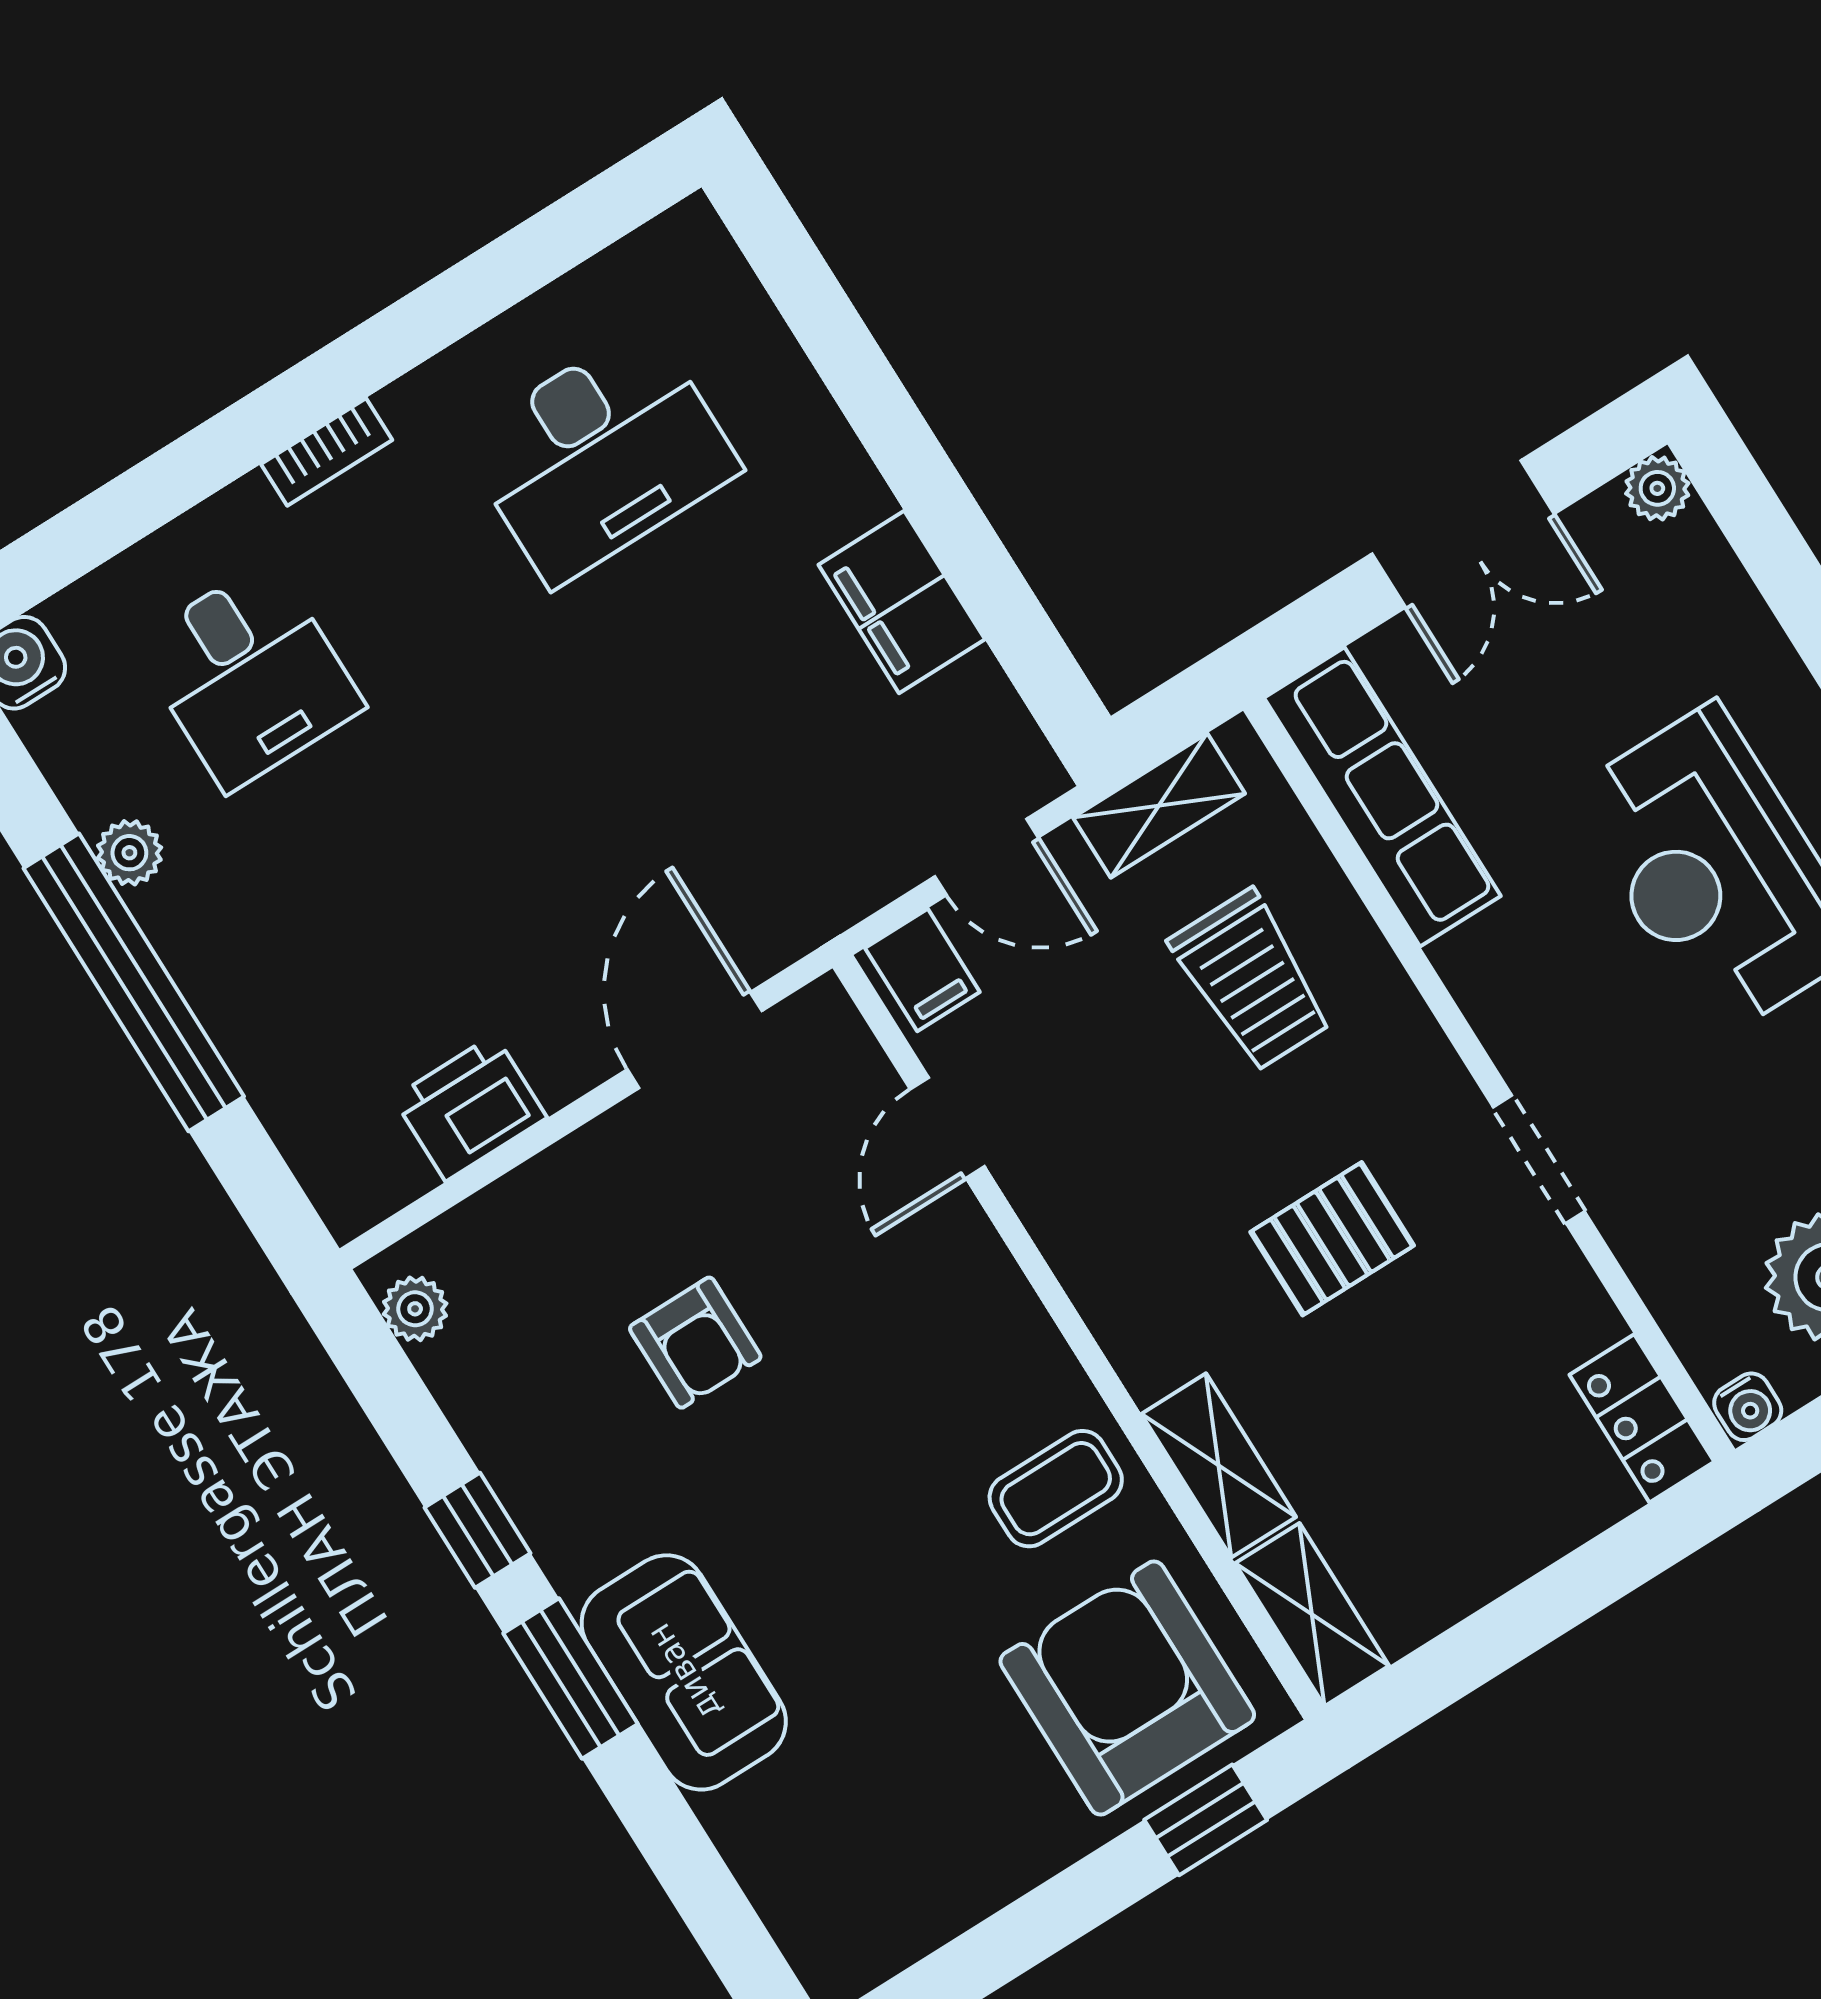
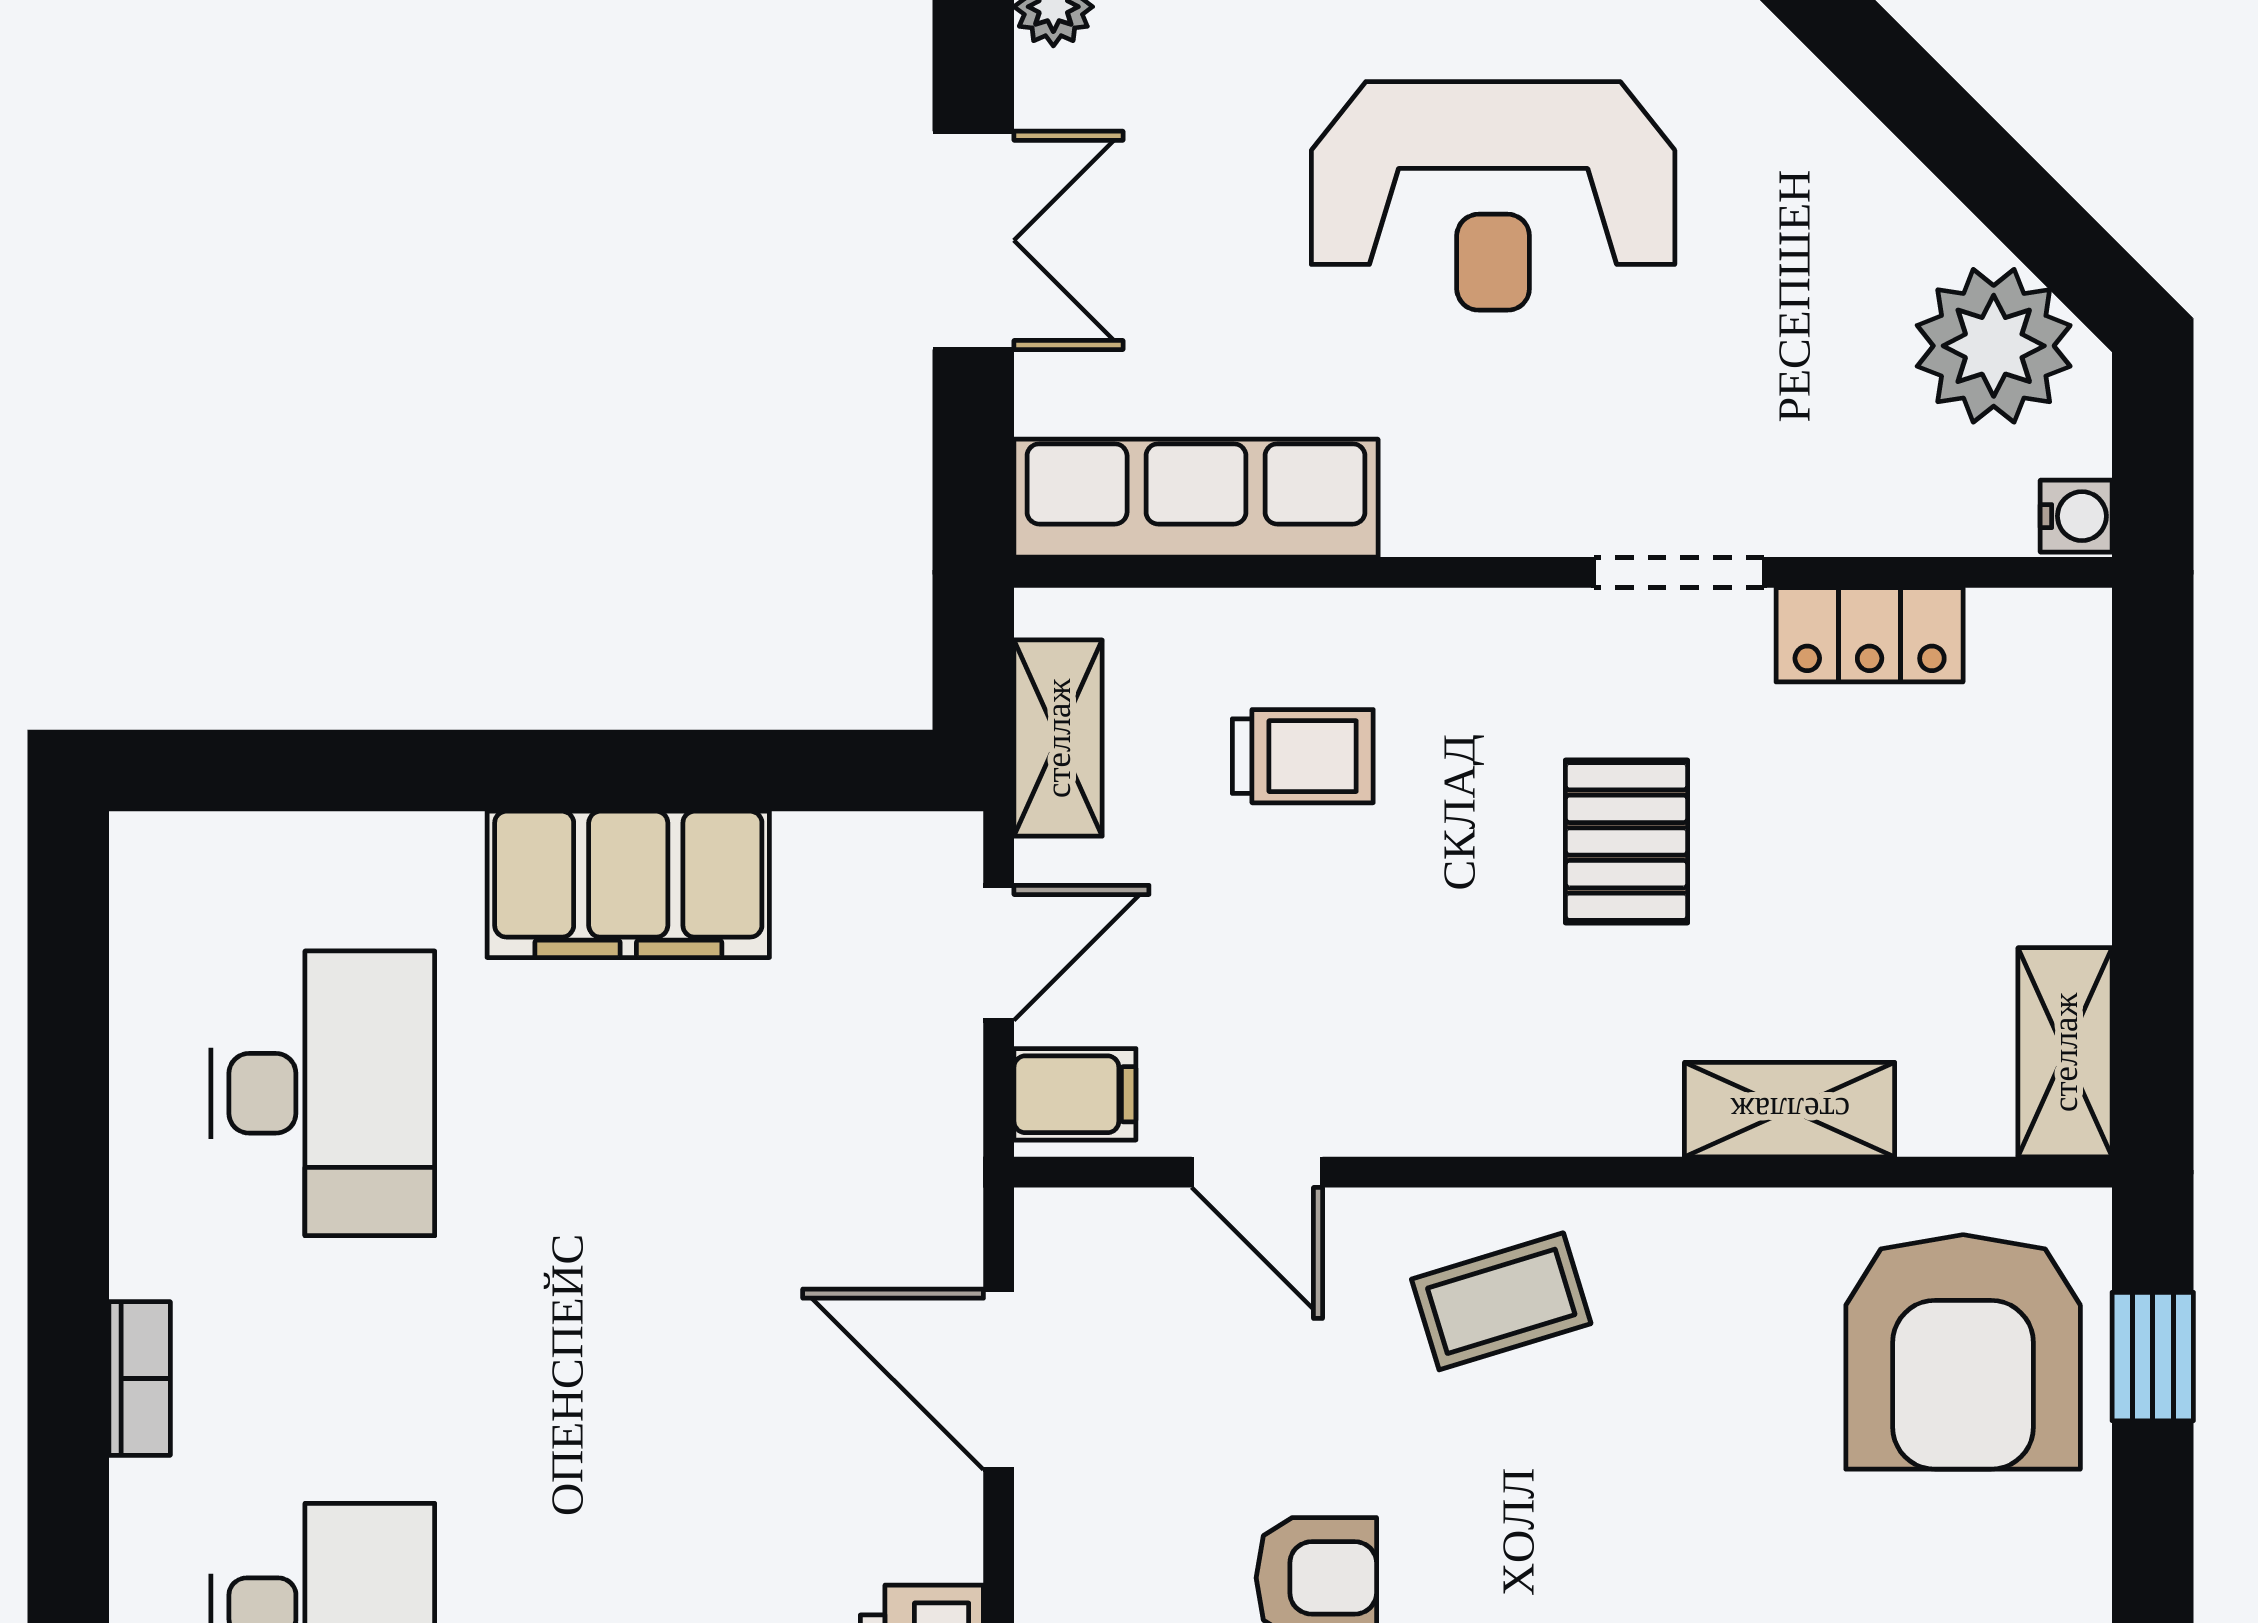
filing cabinet: (902, 602) -> (628, 884), width x1.50, depth x1.17
trolley: (1252, 981) -> (1303, 756), width x0.73, depth x0.72
locker: (1642, 1418) -> (1870, 635), moved
coffee table: (1056, 1489) -> (1501, 1301), moved, turned 73
shelving: (1312, 1615) -> (2065, 1052), moved, turned 90
armchair: (1127, 1688) -> (1963, 1352), turned -90

